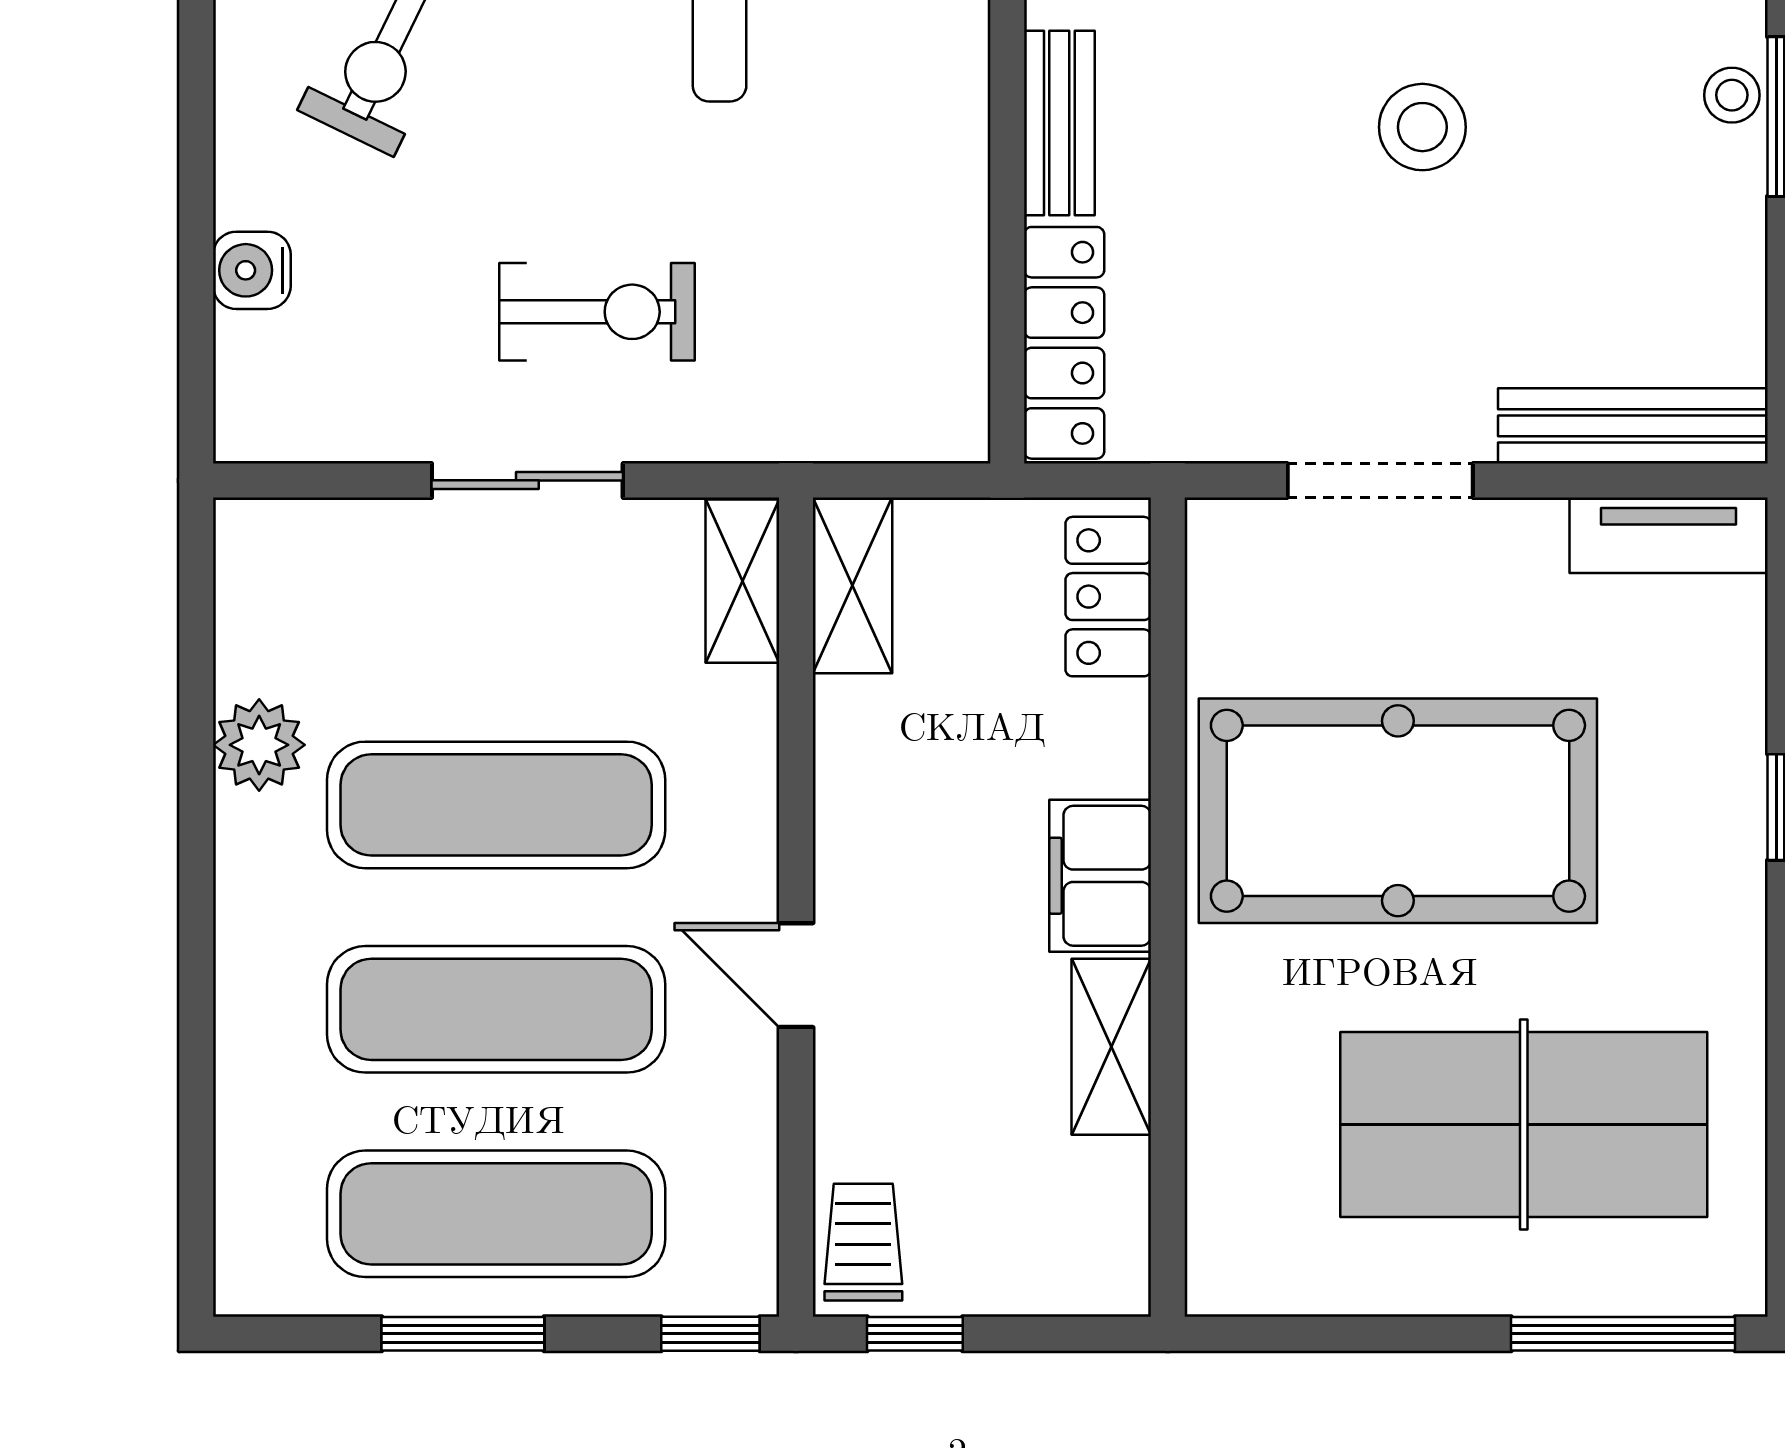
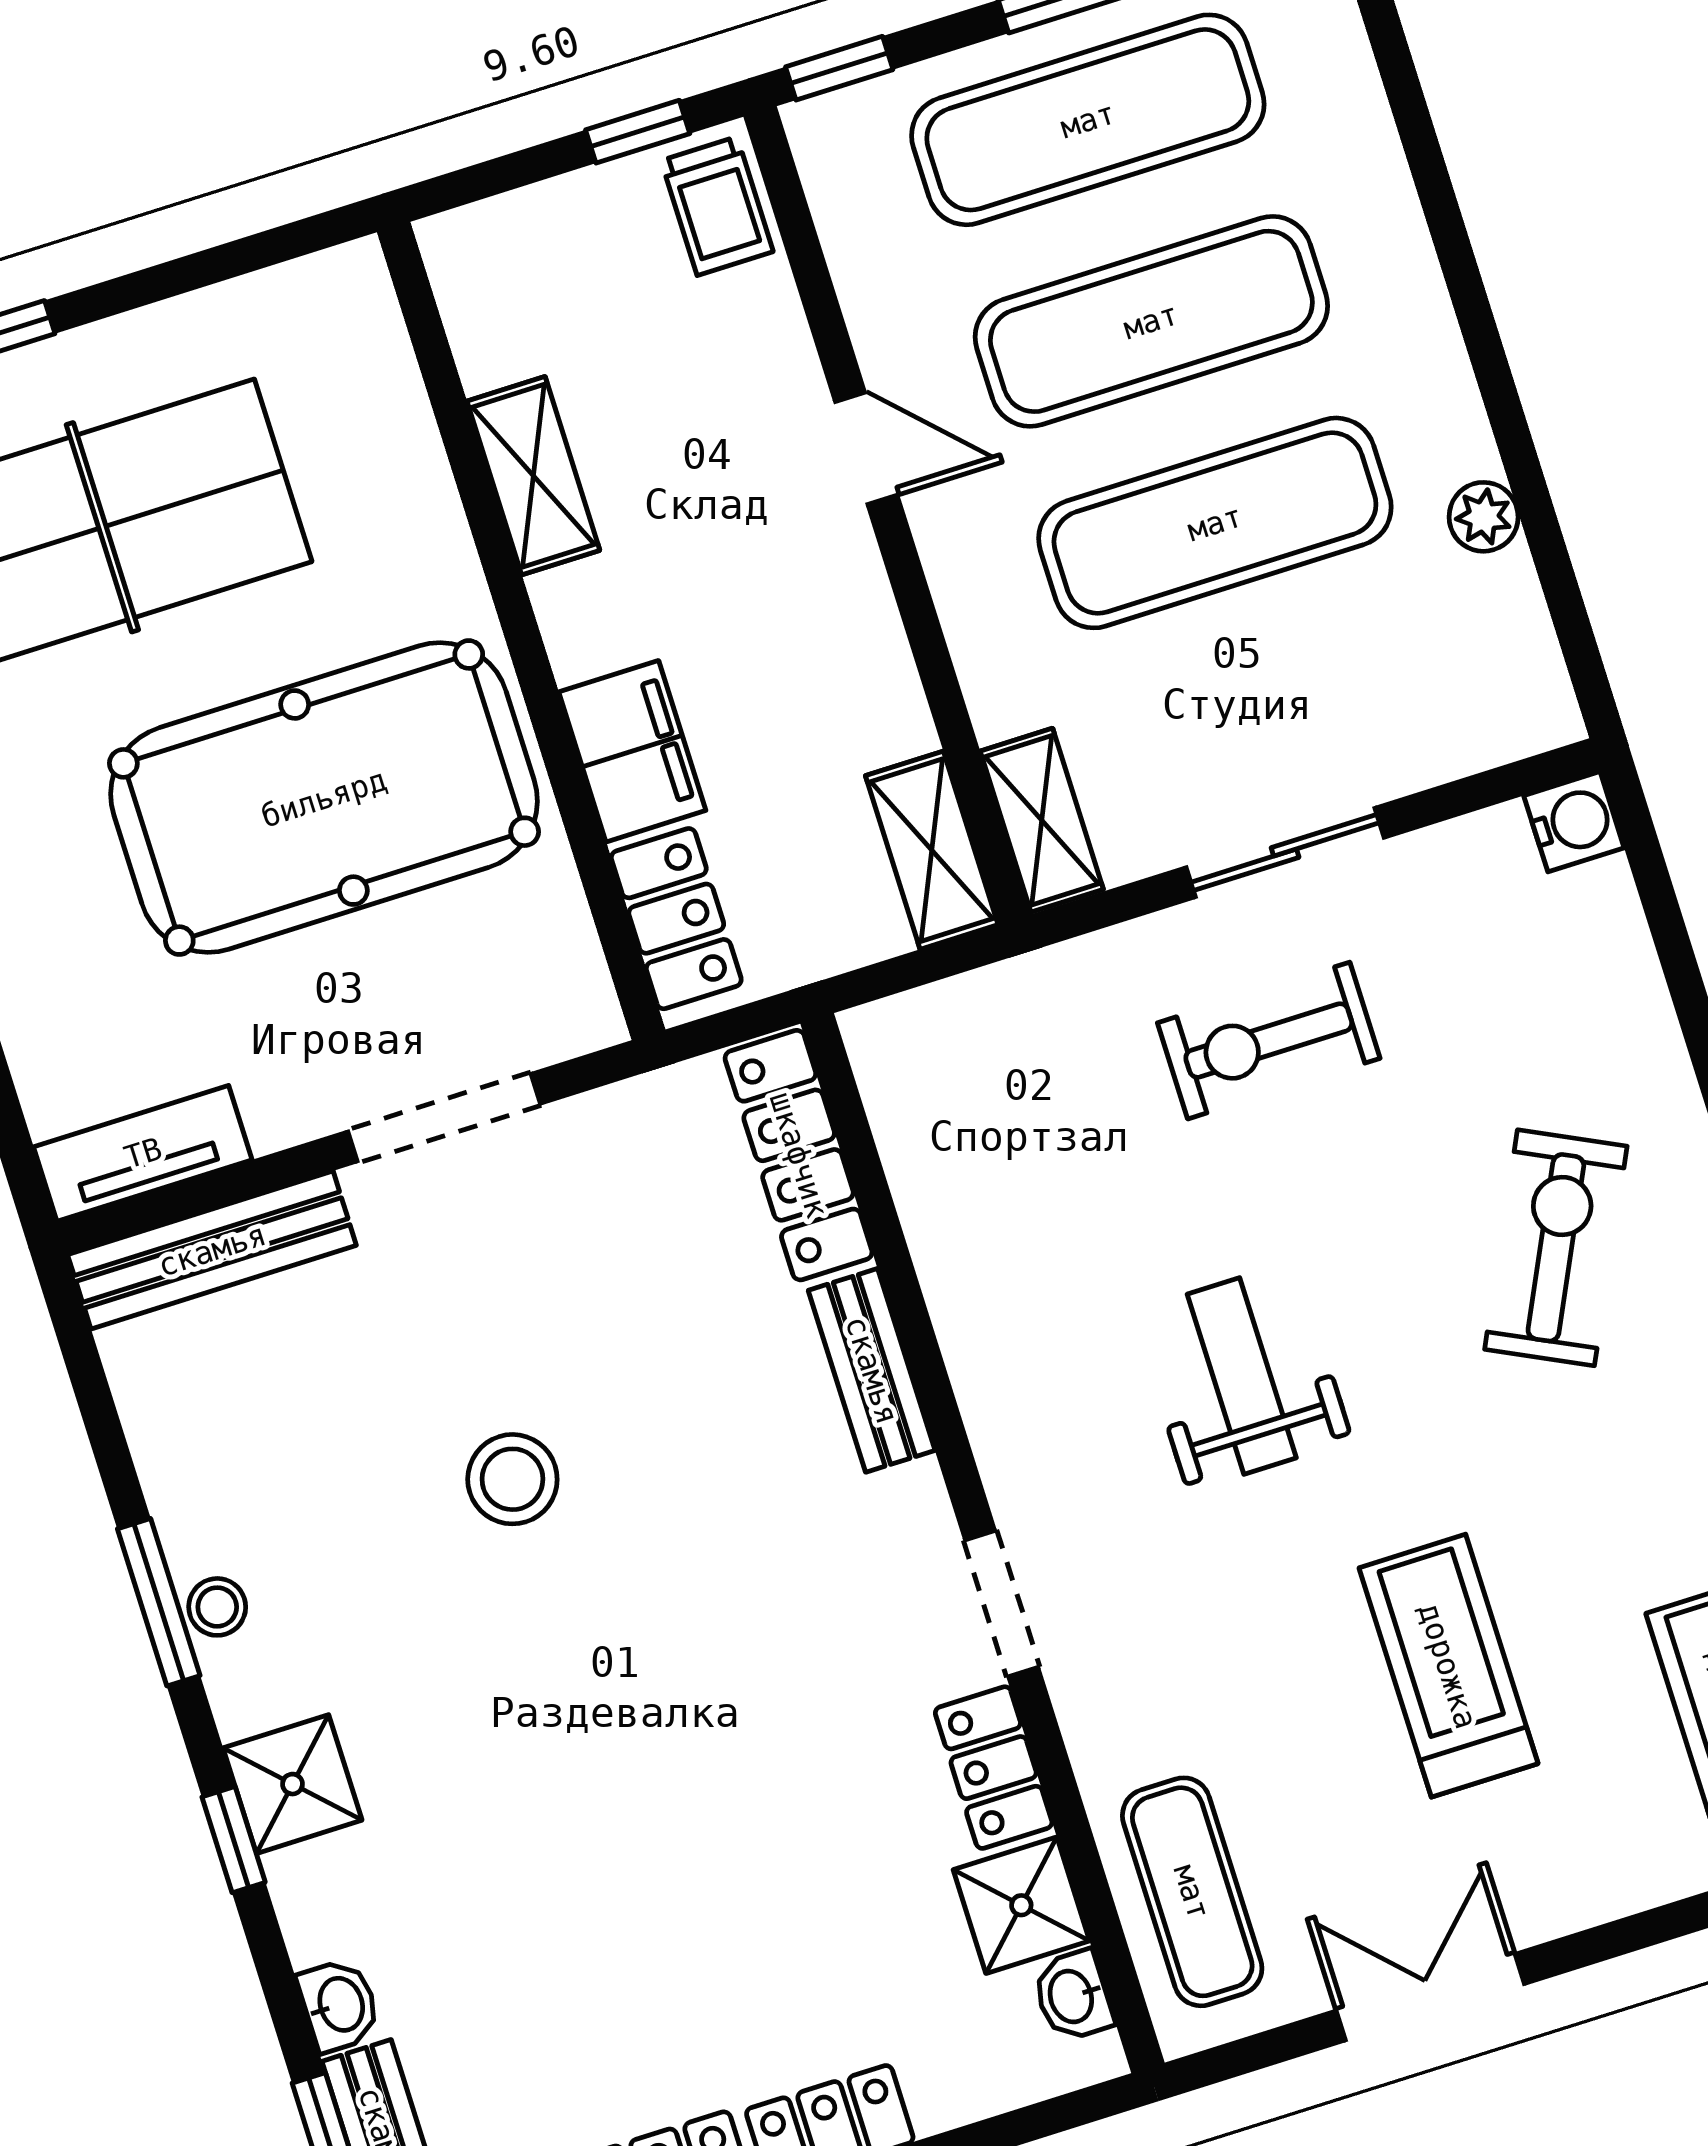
water cooler: (252, 270) -> (1574, 822), moved
plant: (259, 745) -> (1484, 517), width x0.73, depth x0.73
filing cabinet: (1100, 876) -> (632, 751), moved

